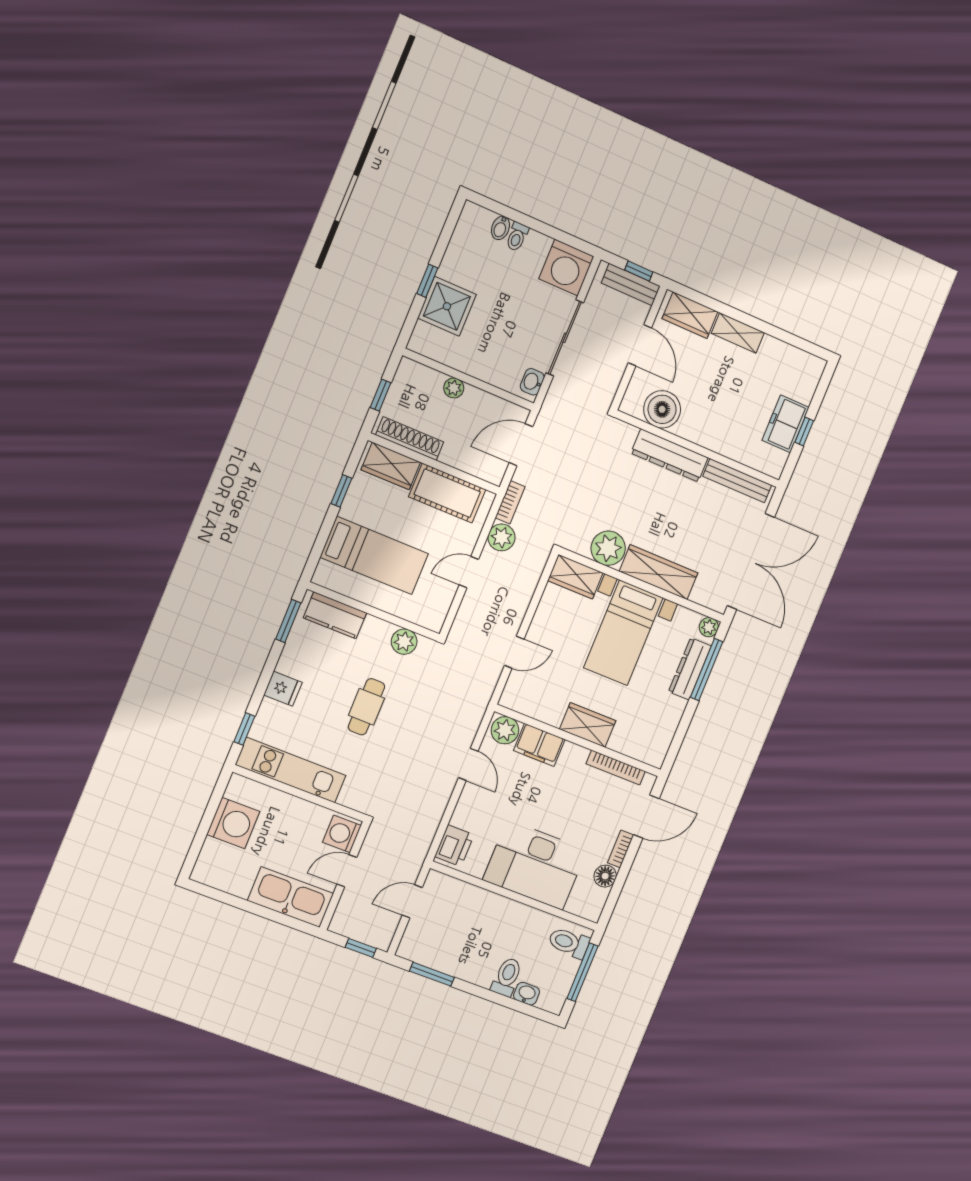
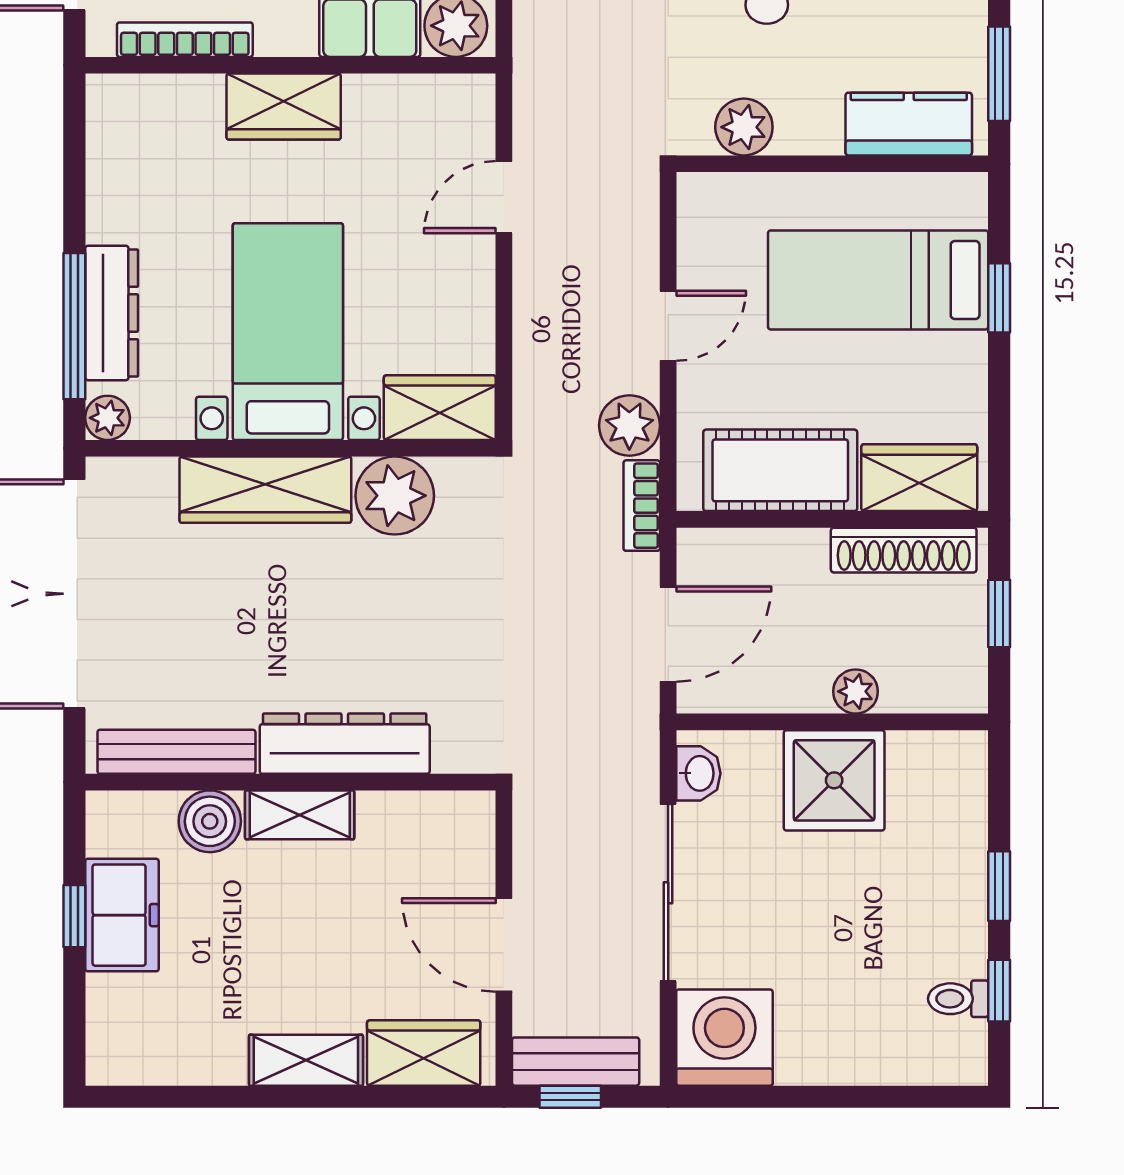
bidet: (500, 228) -> (894, 1059), removed
window: (445, 237) -> (999, 991), added
toilet: (517, 237) -> (958, 999), moved, turned -90
shower: (447, 306) -> (834, 780), moved
boiler: (662, 409) -> (210, 821), moved, width x0.73, depth x0.73
shelving: (699, 434) -> (300, 815), added
window: (341, 491) -> (999, 298), moved

